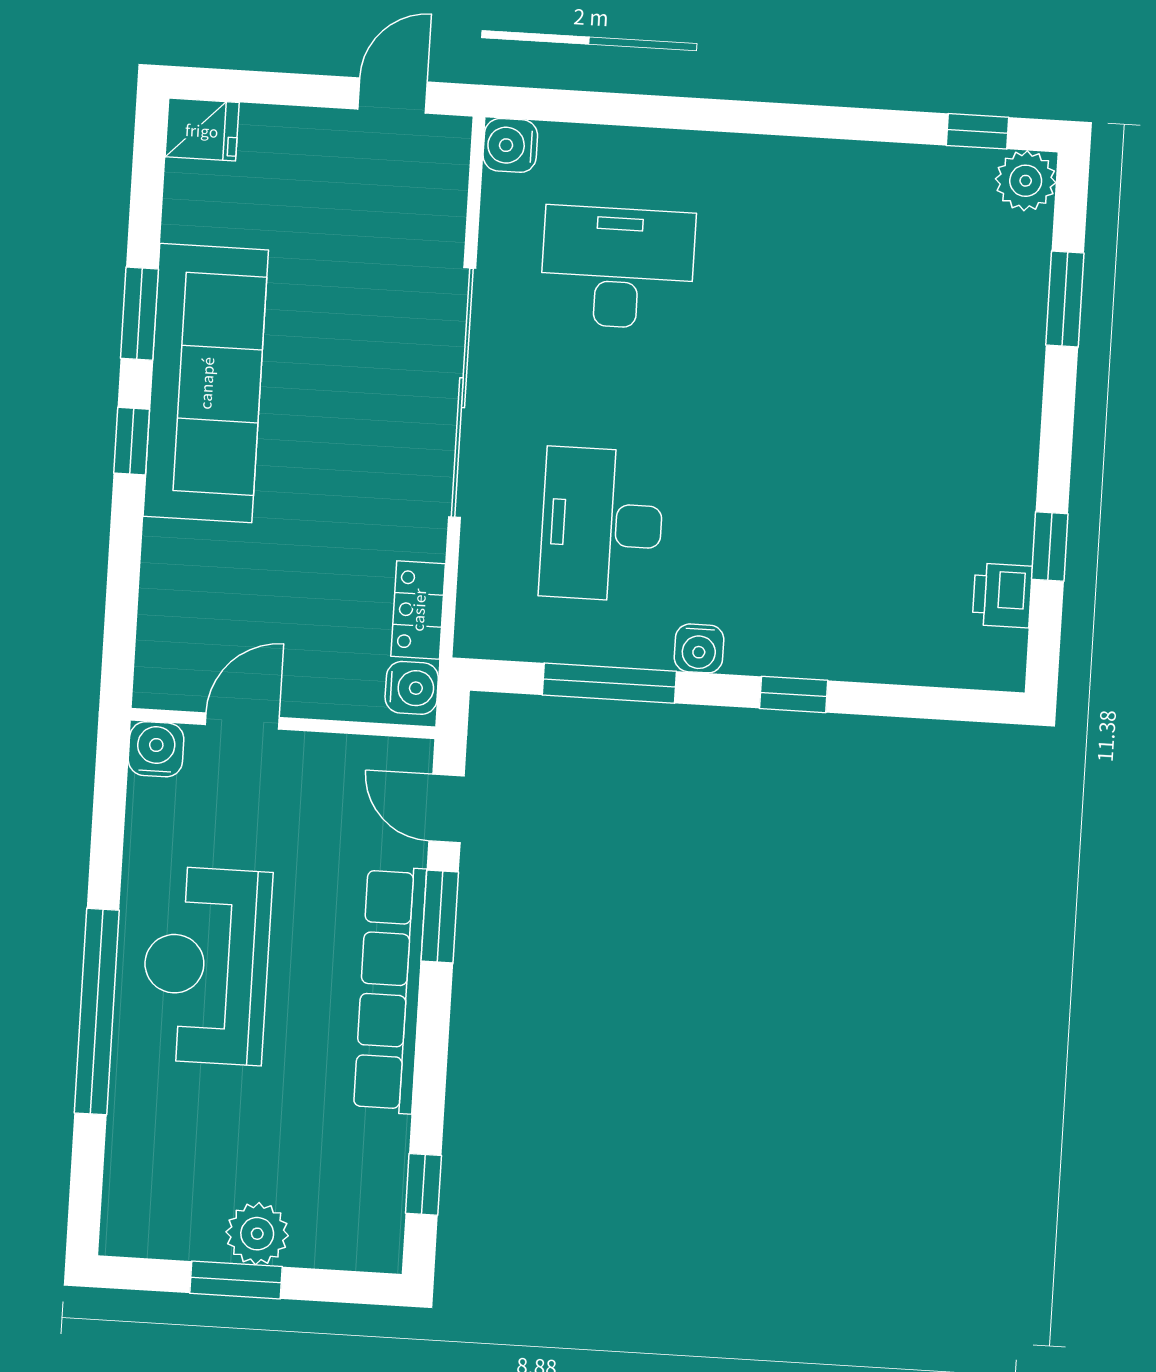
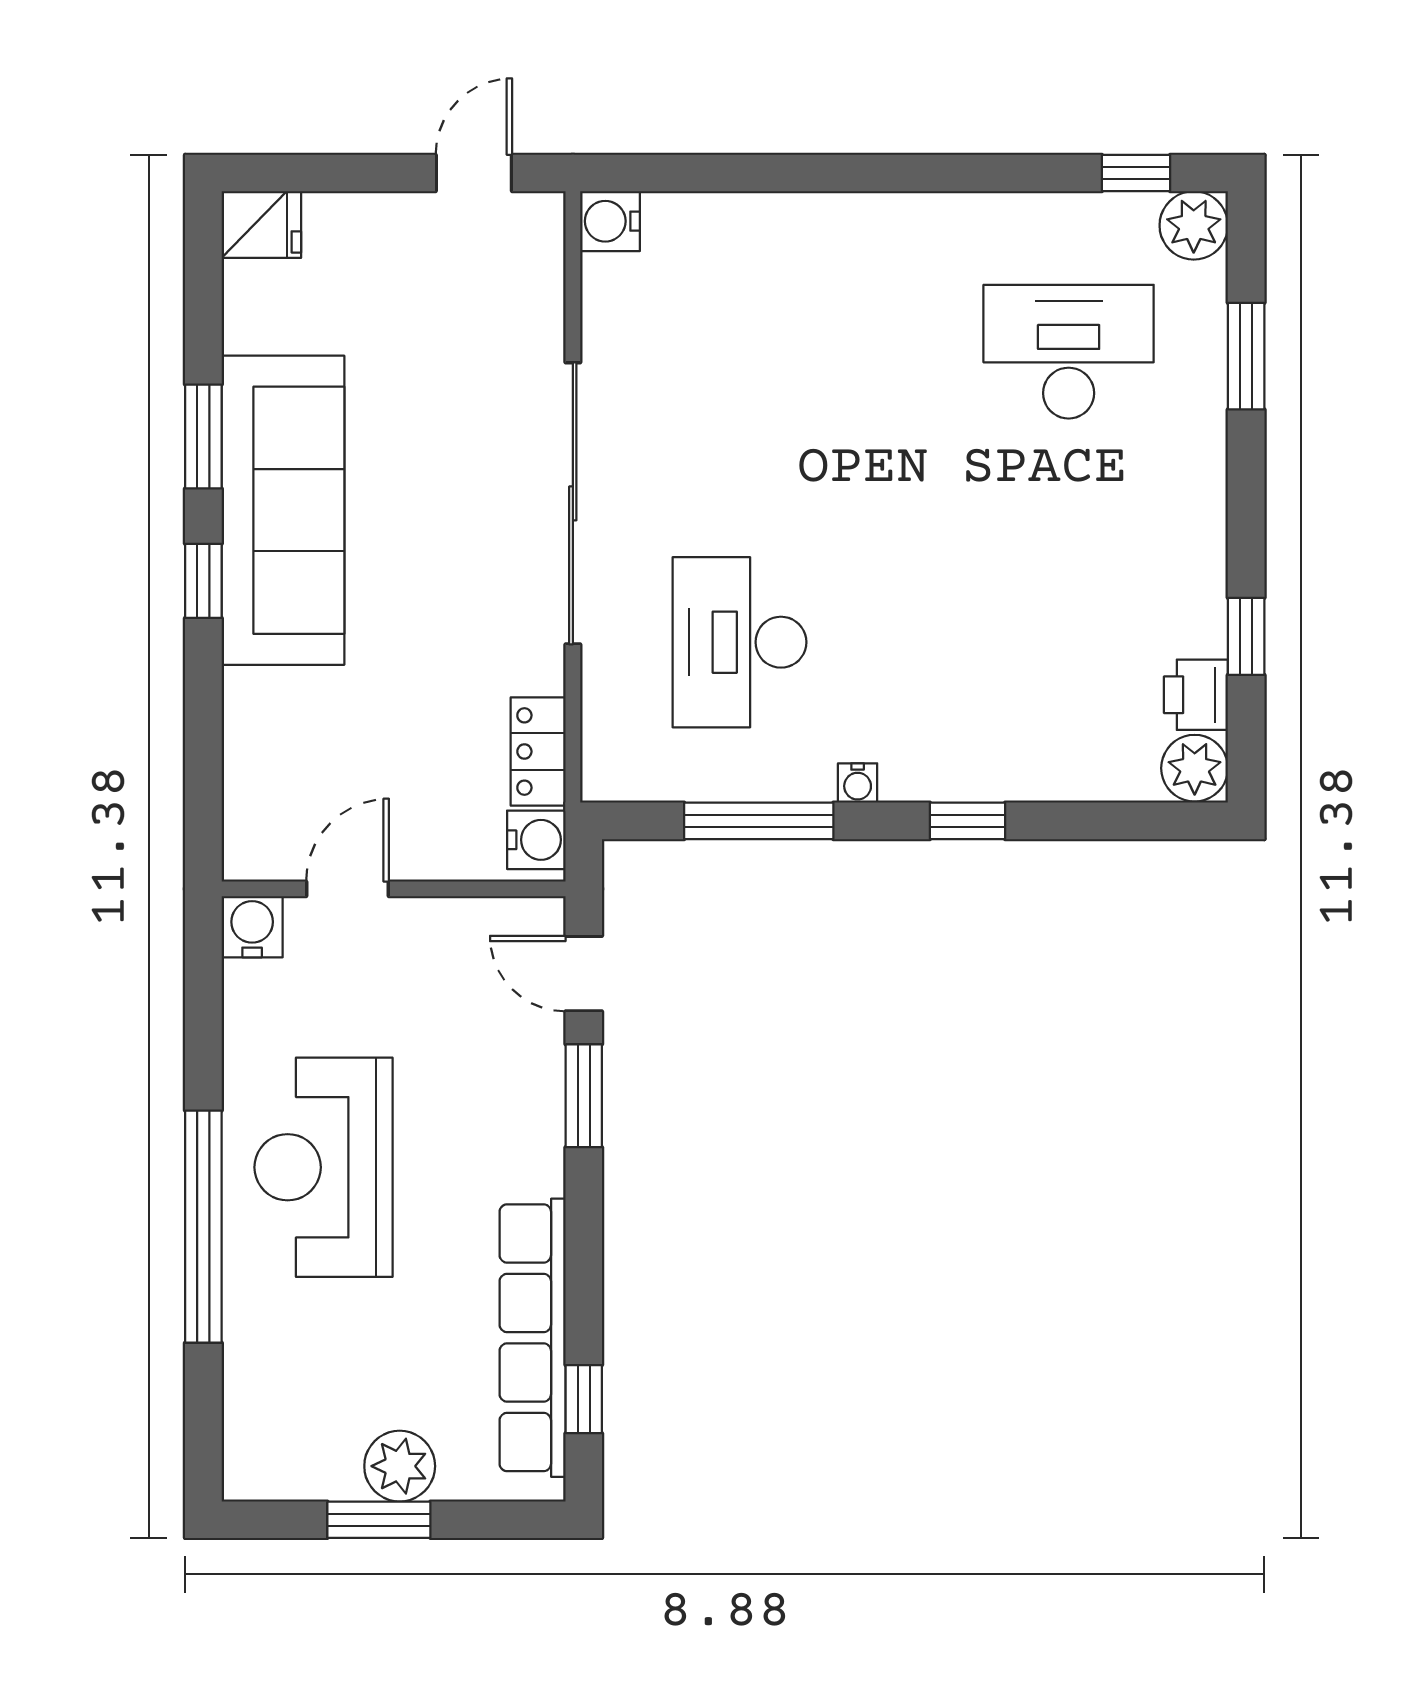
desk: (618, 268) -> (1069, 352), moved
water cooler: (699, 648) -> (858, 783), width x0.72, depth x0.72
plant: (997, 660) -> (1195, 768), added
row of seats: (390, 990) -> (533, 1338), moved

